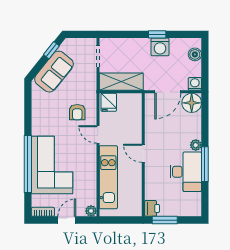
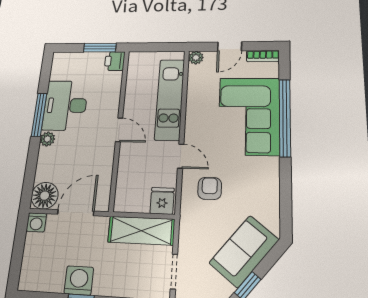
boiler: (195, 54) -> (30, 266), removed

